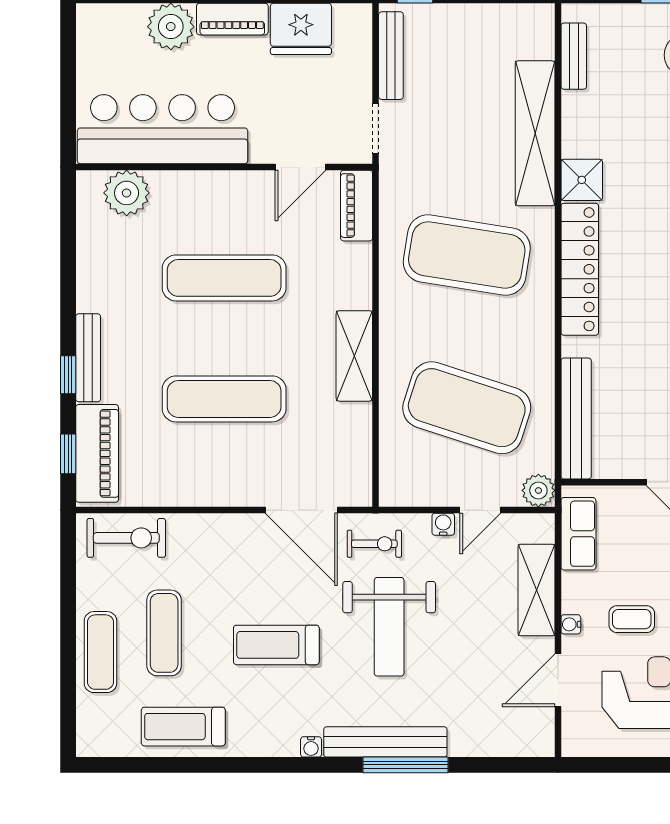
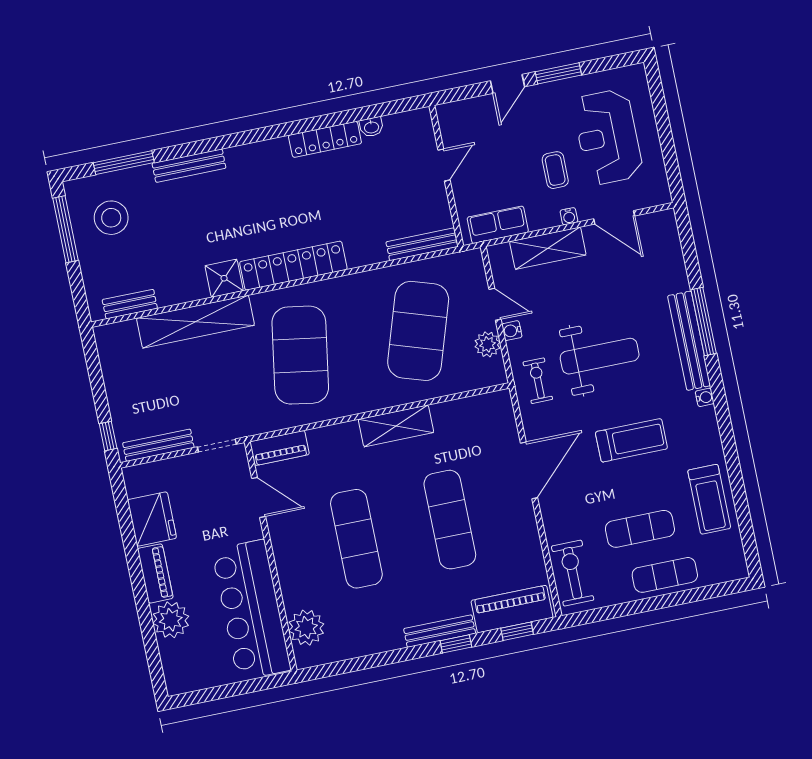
bench: (576, 418) -> (422, 244), width x0.73, depth x0.82
plant: (538, 490) -> (487, 344), moved
door: (301, 510) -> (529, 470), moved
treadmill: (276, 645) -> (631, 440), turned -90

